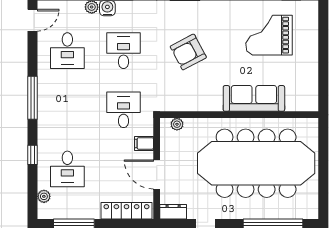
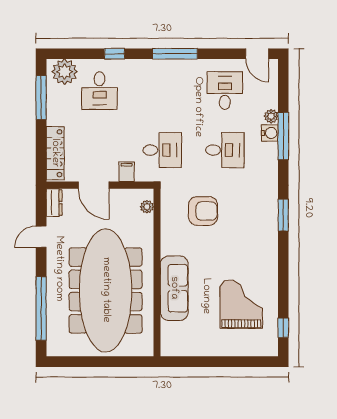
desk: (67, 51) -> (225, 91), turned 90
armchair: (188, 52) -> (203, 211), moved, turned 118
desk: (67, 169) -> (100, 91), turned -90
door: (157, 175) -> (94, 185), swing flipped
plant: (44, 196) -> (65, 72), width x1.88, depth x1.88

